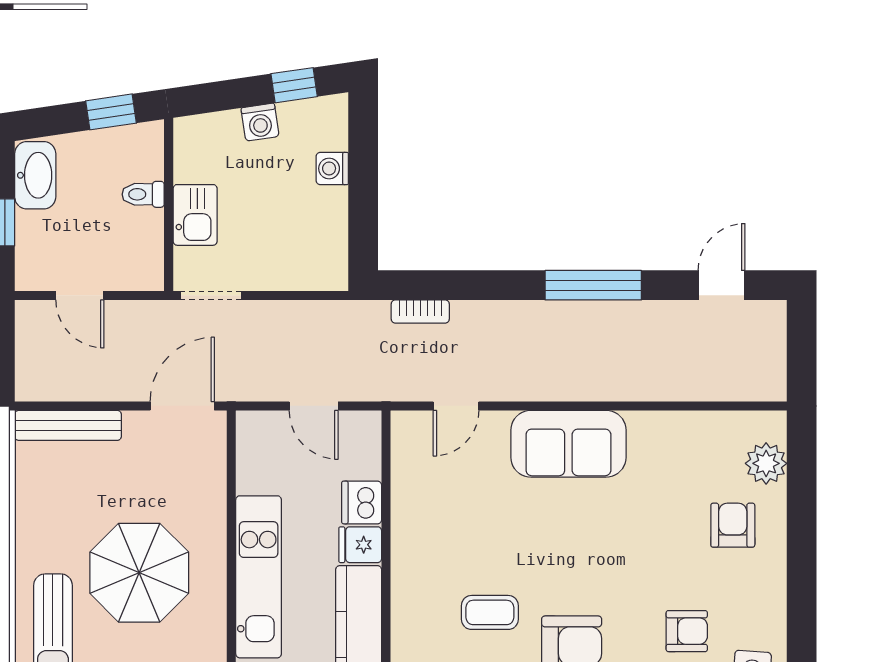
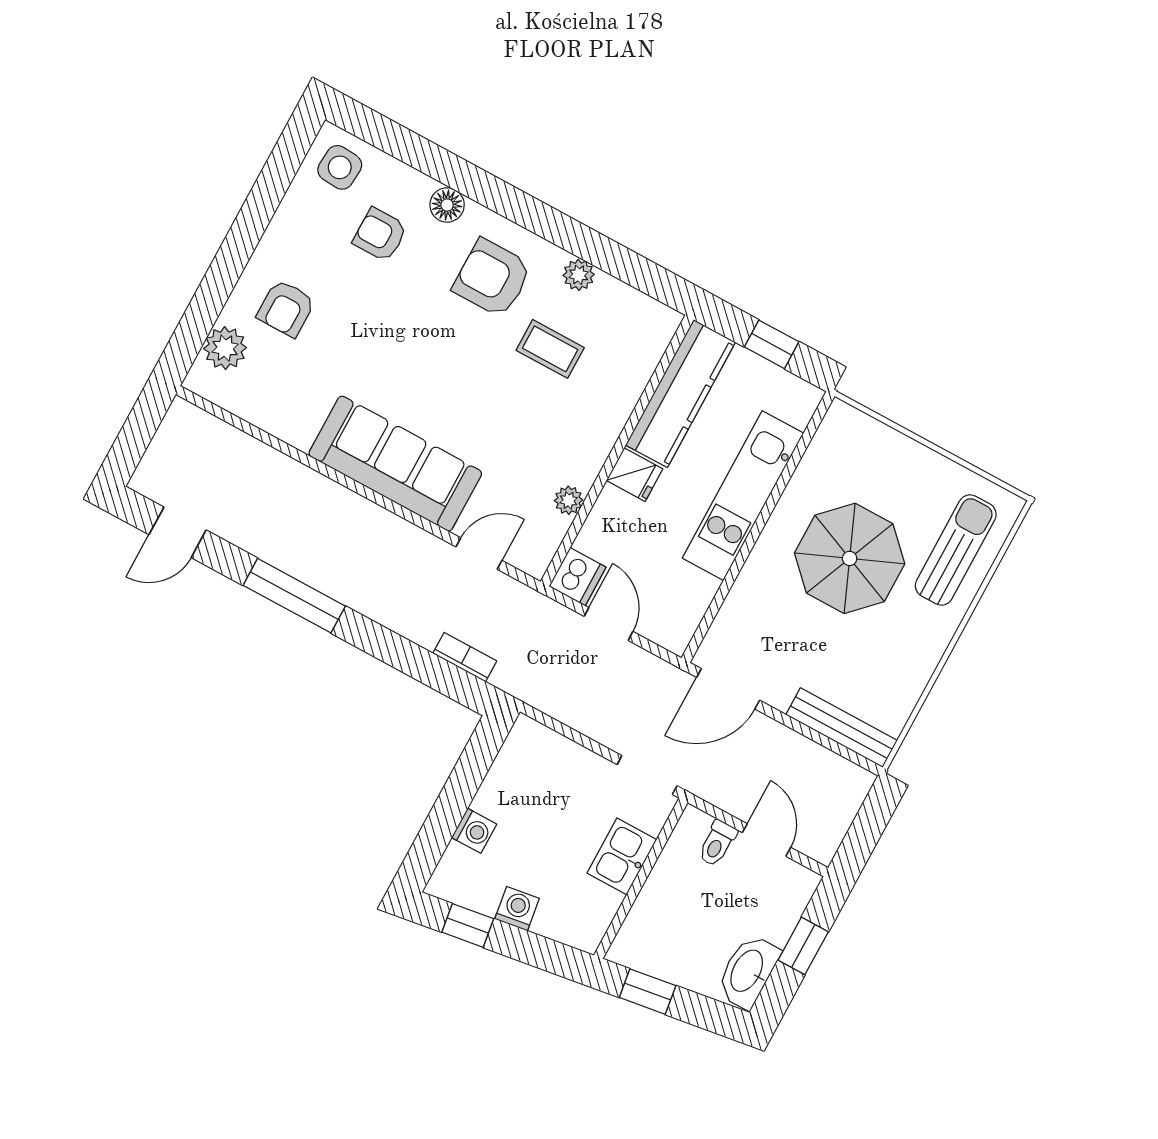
toilet: (143, 194) -> (717, 843), moved, turned 90
sofa: (568, 444) -> (395, 464), width x1.36
plant: (404, 492) -> (569, 500), added
dishwasher: (362, 502) -> (577, 577), moved

